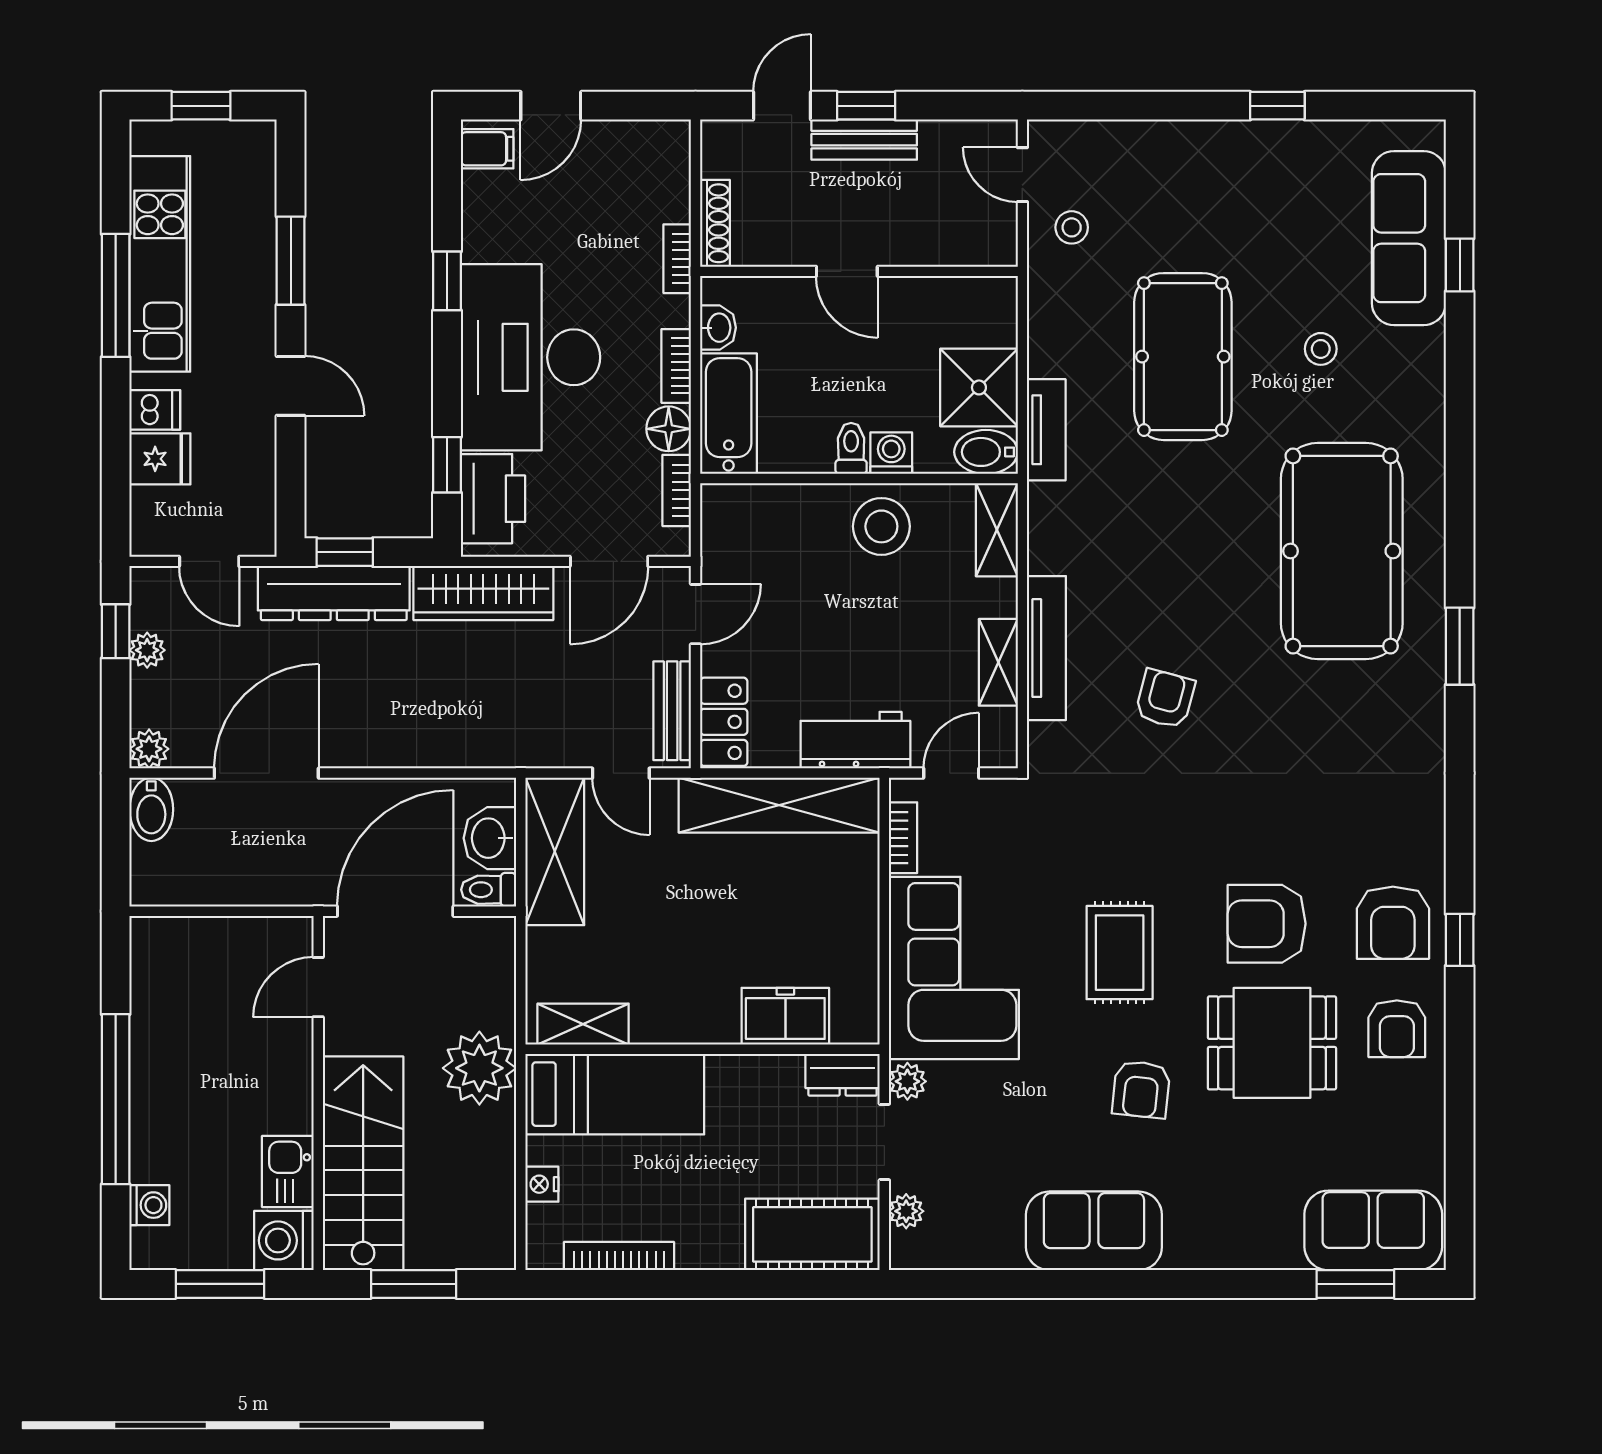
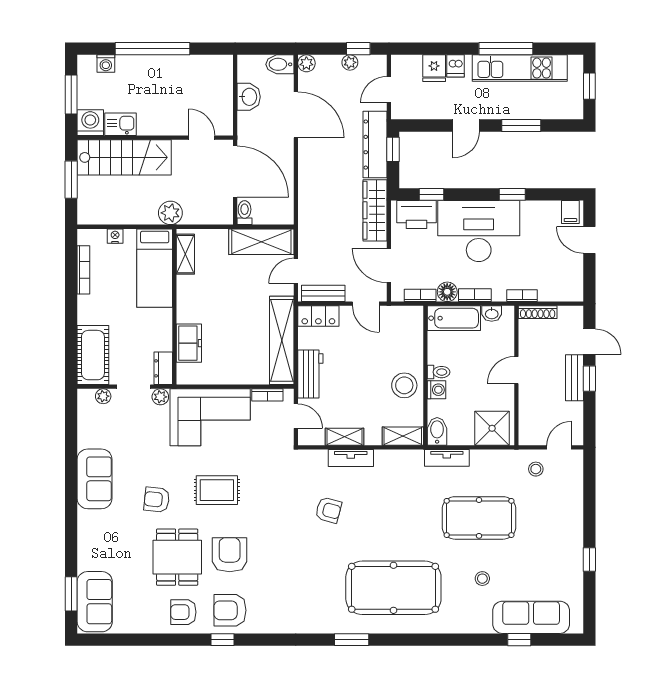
shower: (979, 387) -> (492, 428), moved
tv unit: (1046, 648) -> (351, 458), width x0.71
washbasin: (490, 838) -> (249, 97), moved, turned 90
plant: (479, 1068) -> (170, 213), width x0.73, depth x0.73

